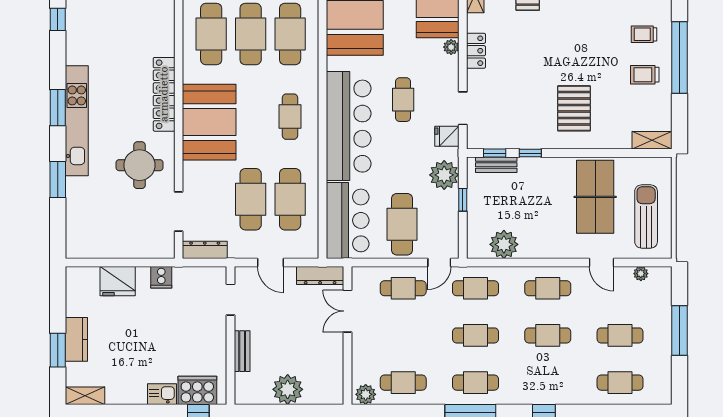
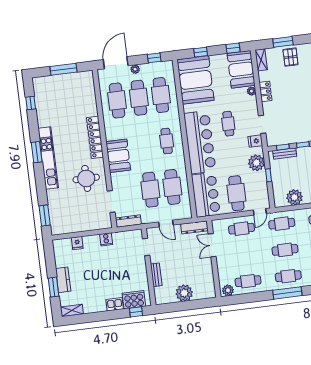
booth: (209, 122) -> (118, 156), width x0.73, depth x0.70
window: (58, 179) -> (45, 216), moved
fridge: (118, 281) -> (77, 243), width x0.53, depth x0.75

